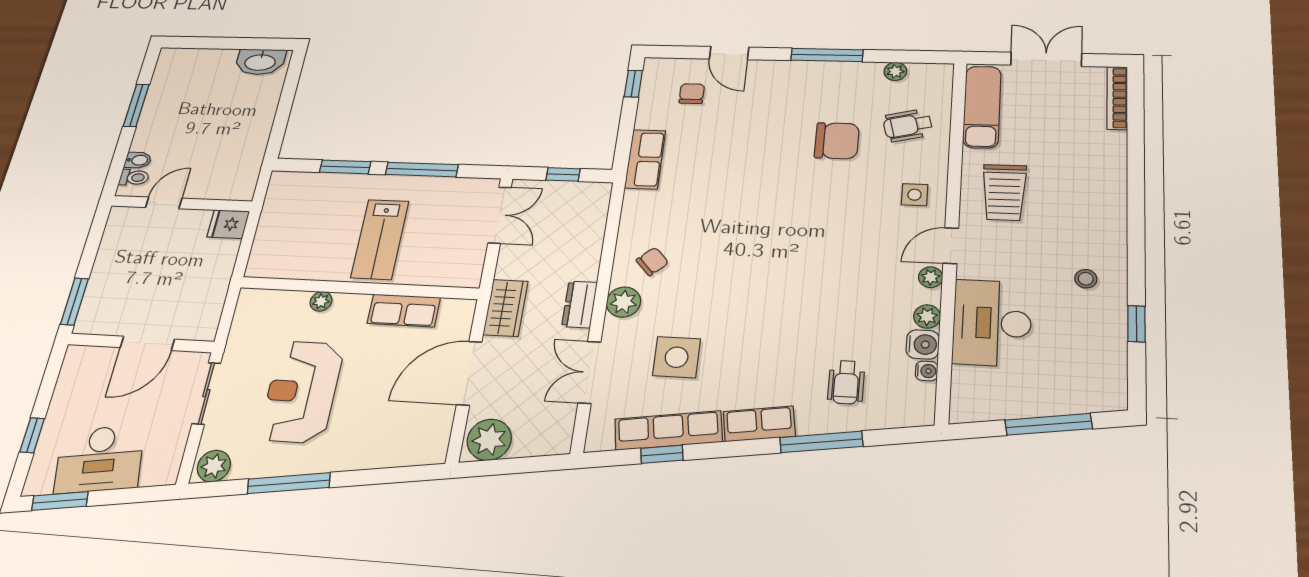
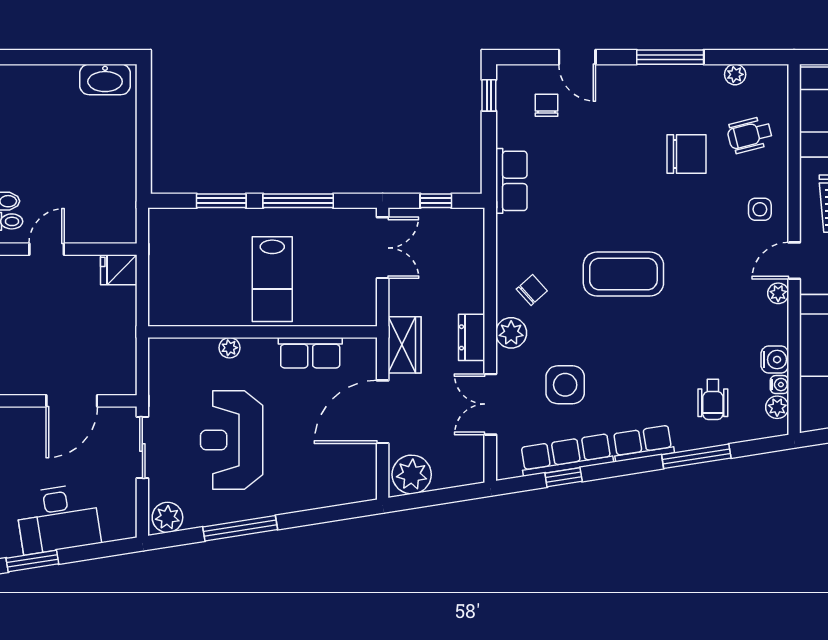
coffee table: (755, 250) -> (623, 274), added
plant: (927, 317) -> (777, 407), moved

